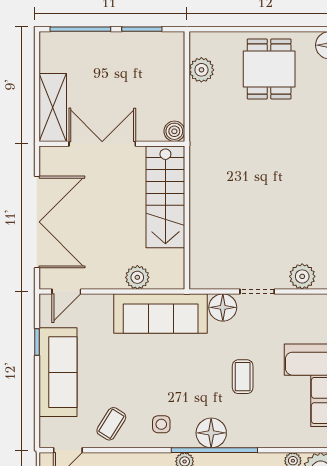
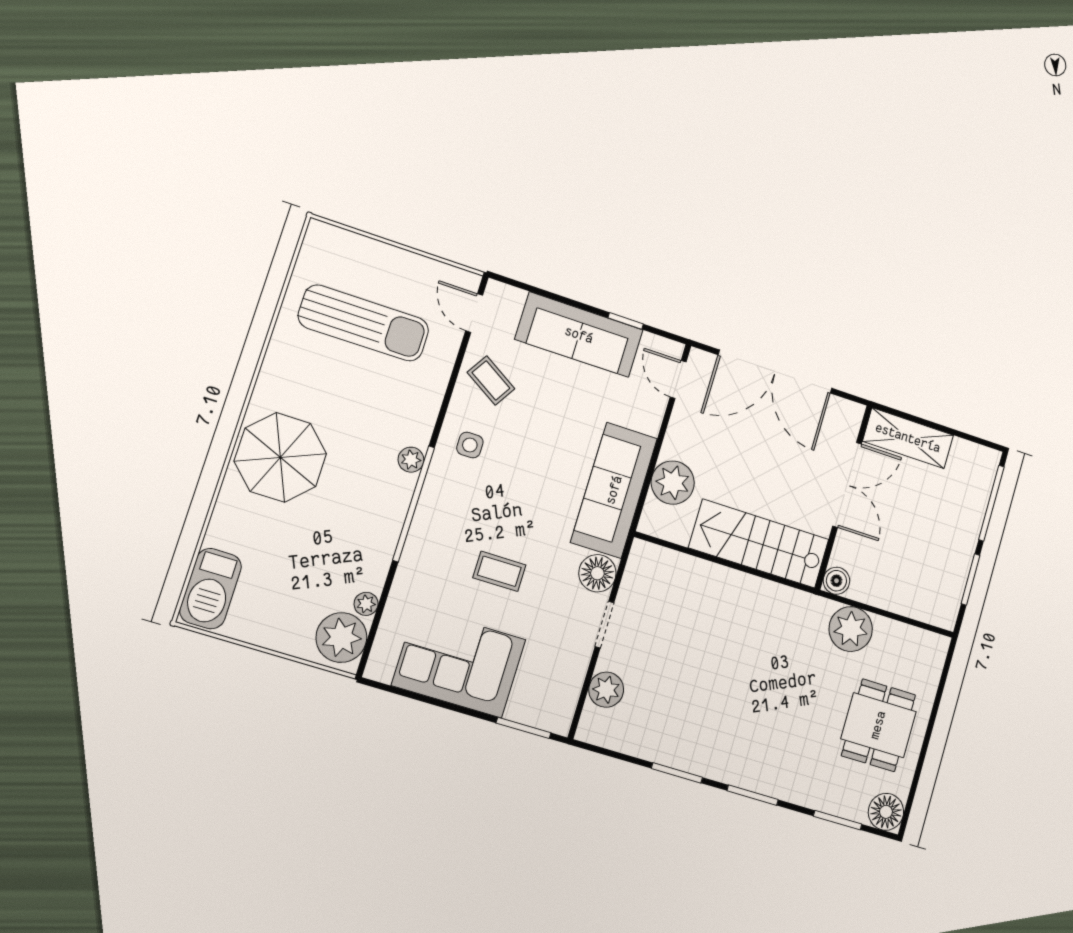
dining table: (269, 69) -> (878, 725), turned 90
plant: (201, 70) -> (851, 629), moved, width x1.36, depth x1.36
plant: (137, 277) -> (673, 483), width x1.36, depth x1.36
floor lamp: (211, 433) -> (438, 507), removed

